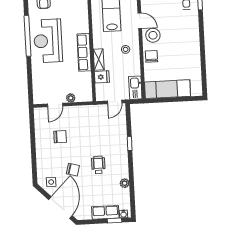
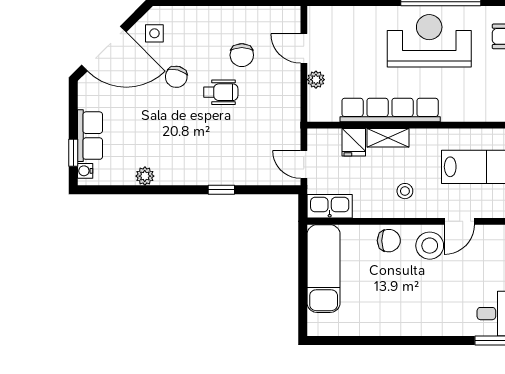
row of seats: (84, 52) -> (390, 110), width x1.36
wheelchair: (98, 165) -> (221, 92), moved

